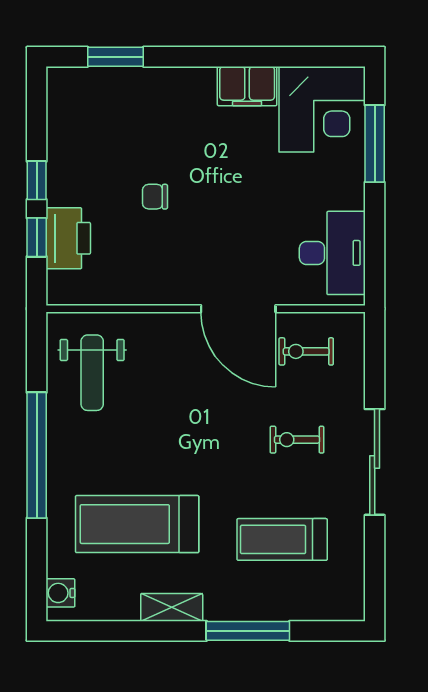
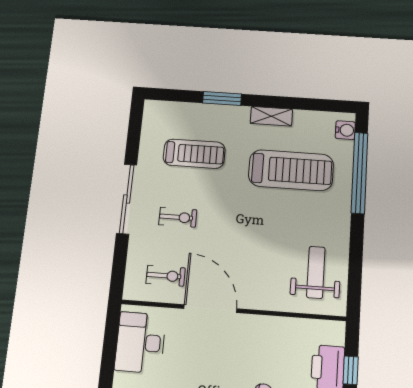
window: (37, 455) -> (359, 173), moved
window: (248, 631) -> (222, 98), width x0.69

